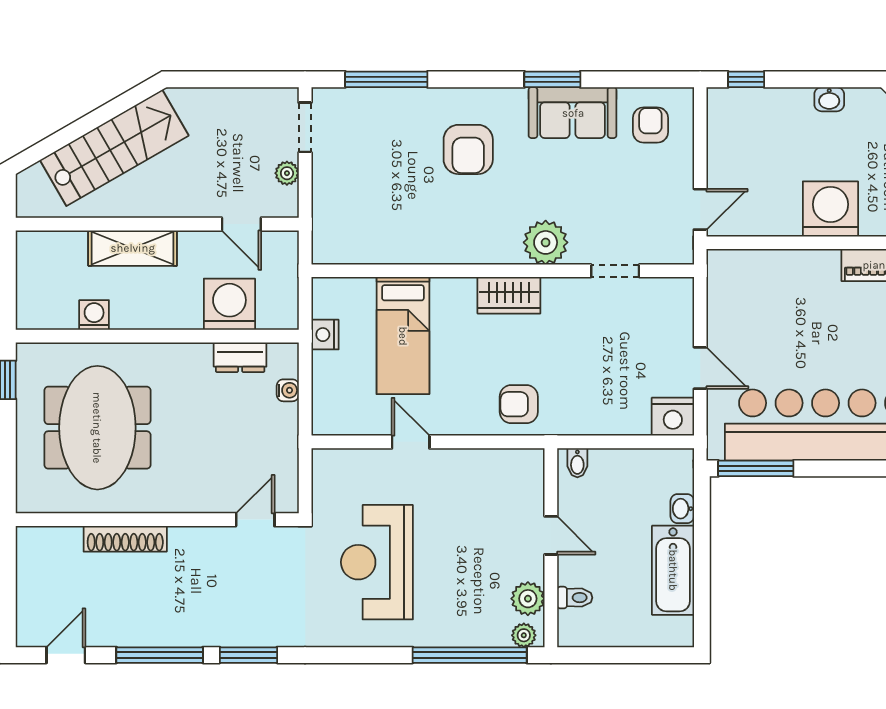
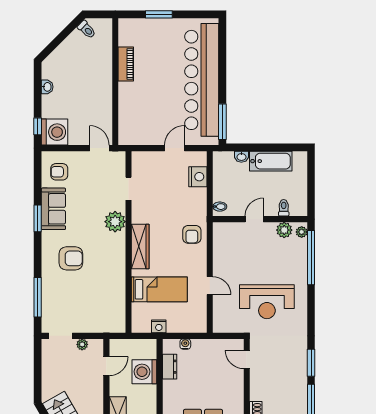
washing machine: (830, 209) -> (54, 132), moved, turned 180
wardrobe: (509, 295) -> (140, 247), width x1.50
nightstand: (673, 417) -> (198, 177), moved
door: (411, 442) -> (210, 286), swing flipped

